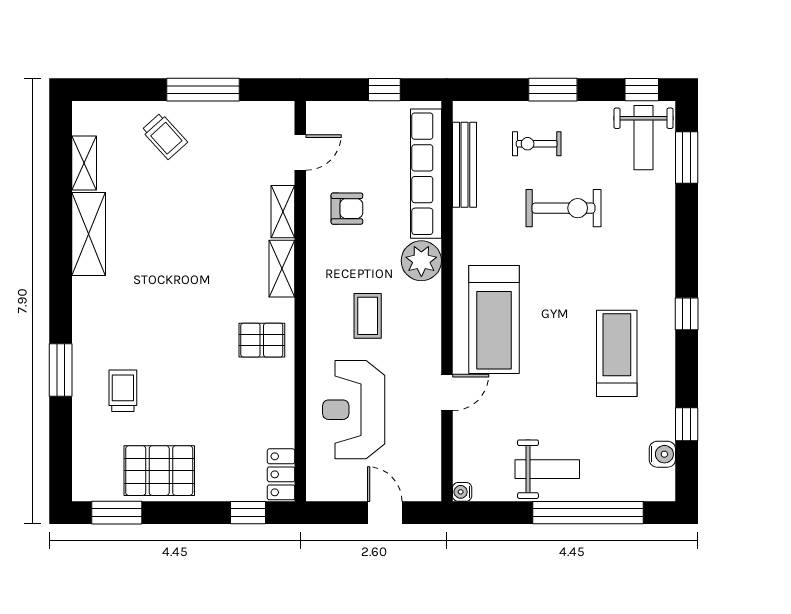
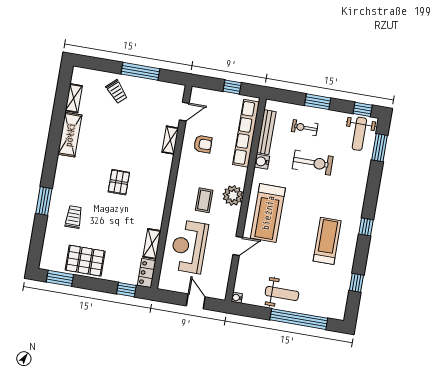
plant: (421, 261) -> (233, 196), moved
shelving: (282, 269) -> (152, 244), moved
pallet: (262, 340) -> (119, 182), moved, turned 90
water cooler: (662, 454) -> (262, 162), moved, turned 180

